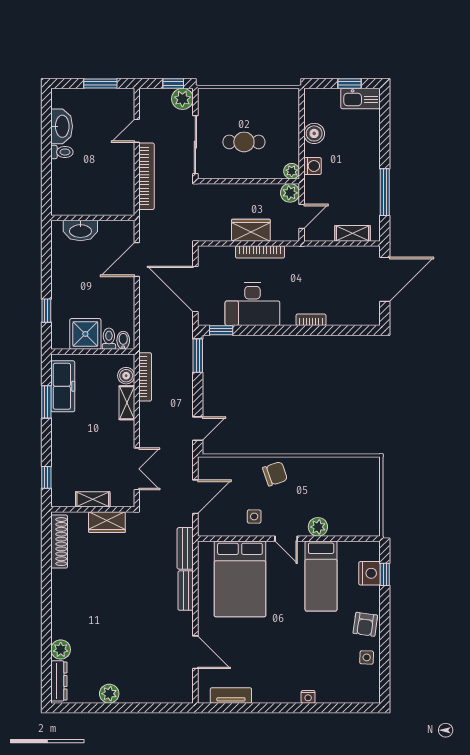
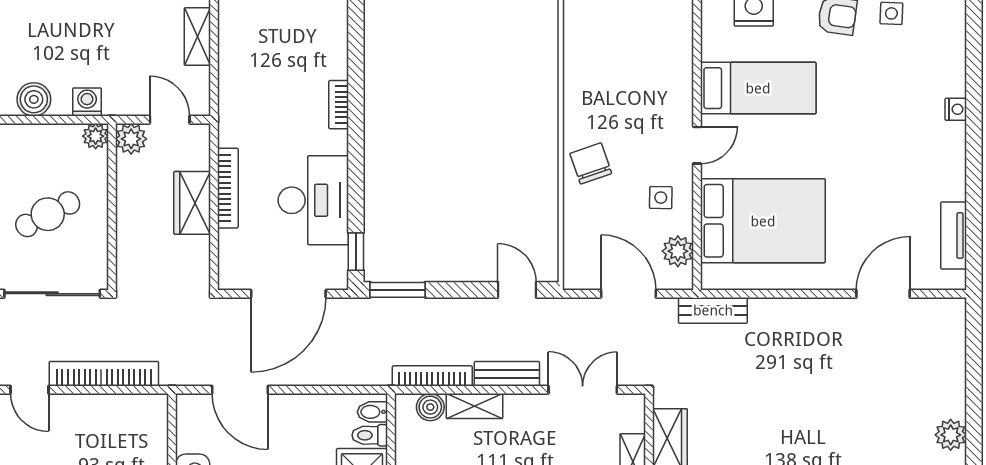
cafe table: (244, 142) -> (48, 214), turned 62
plant: (318, 527) -> (678, 251), moved
bench: (186, 591) -> (507, 374), moved

